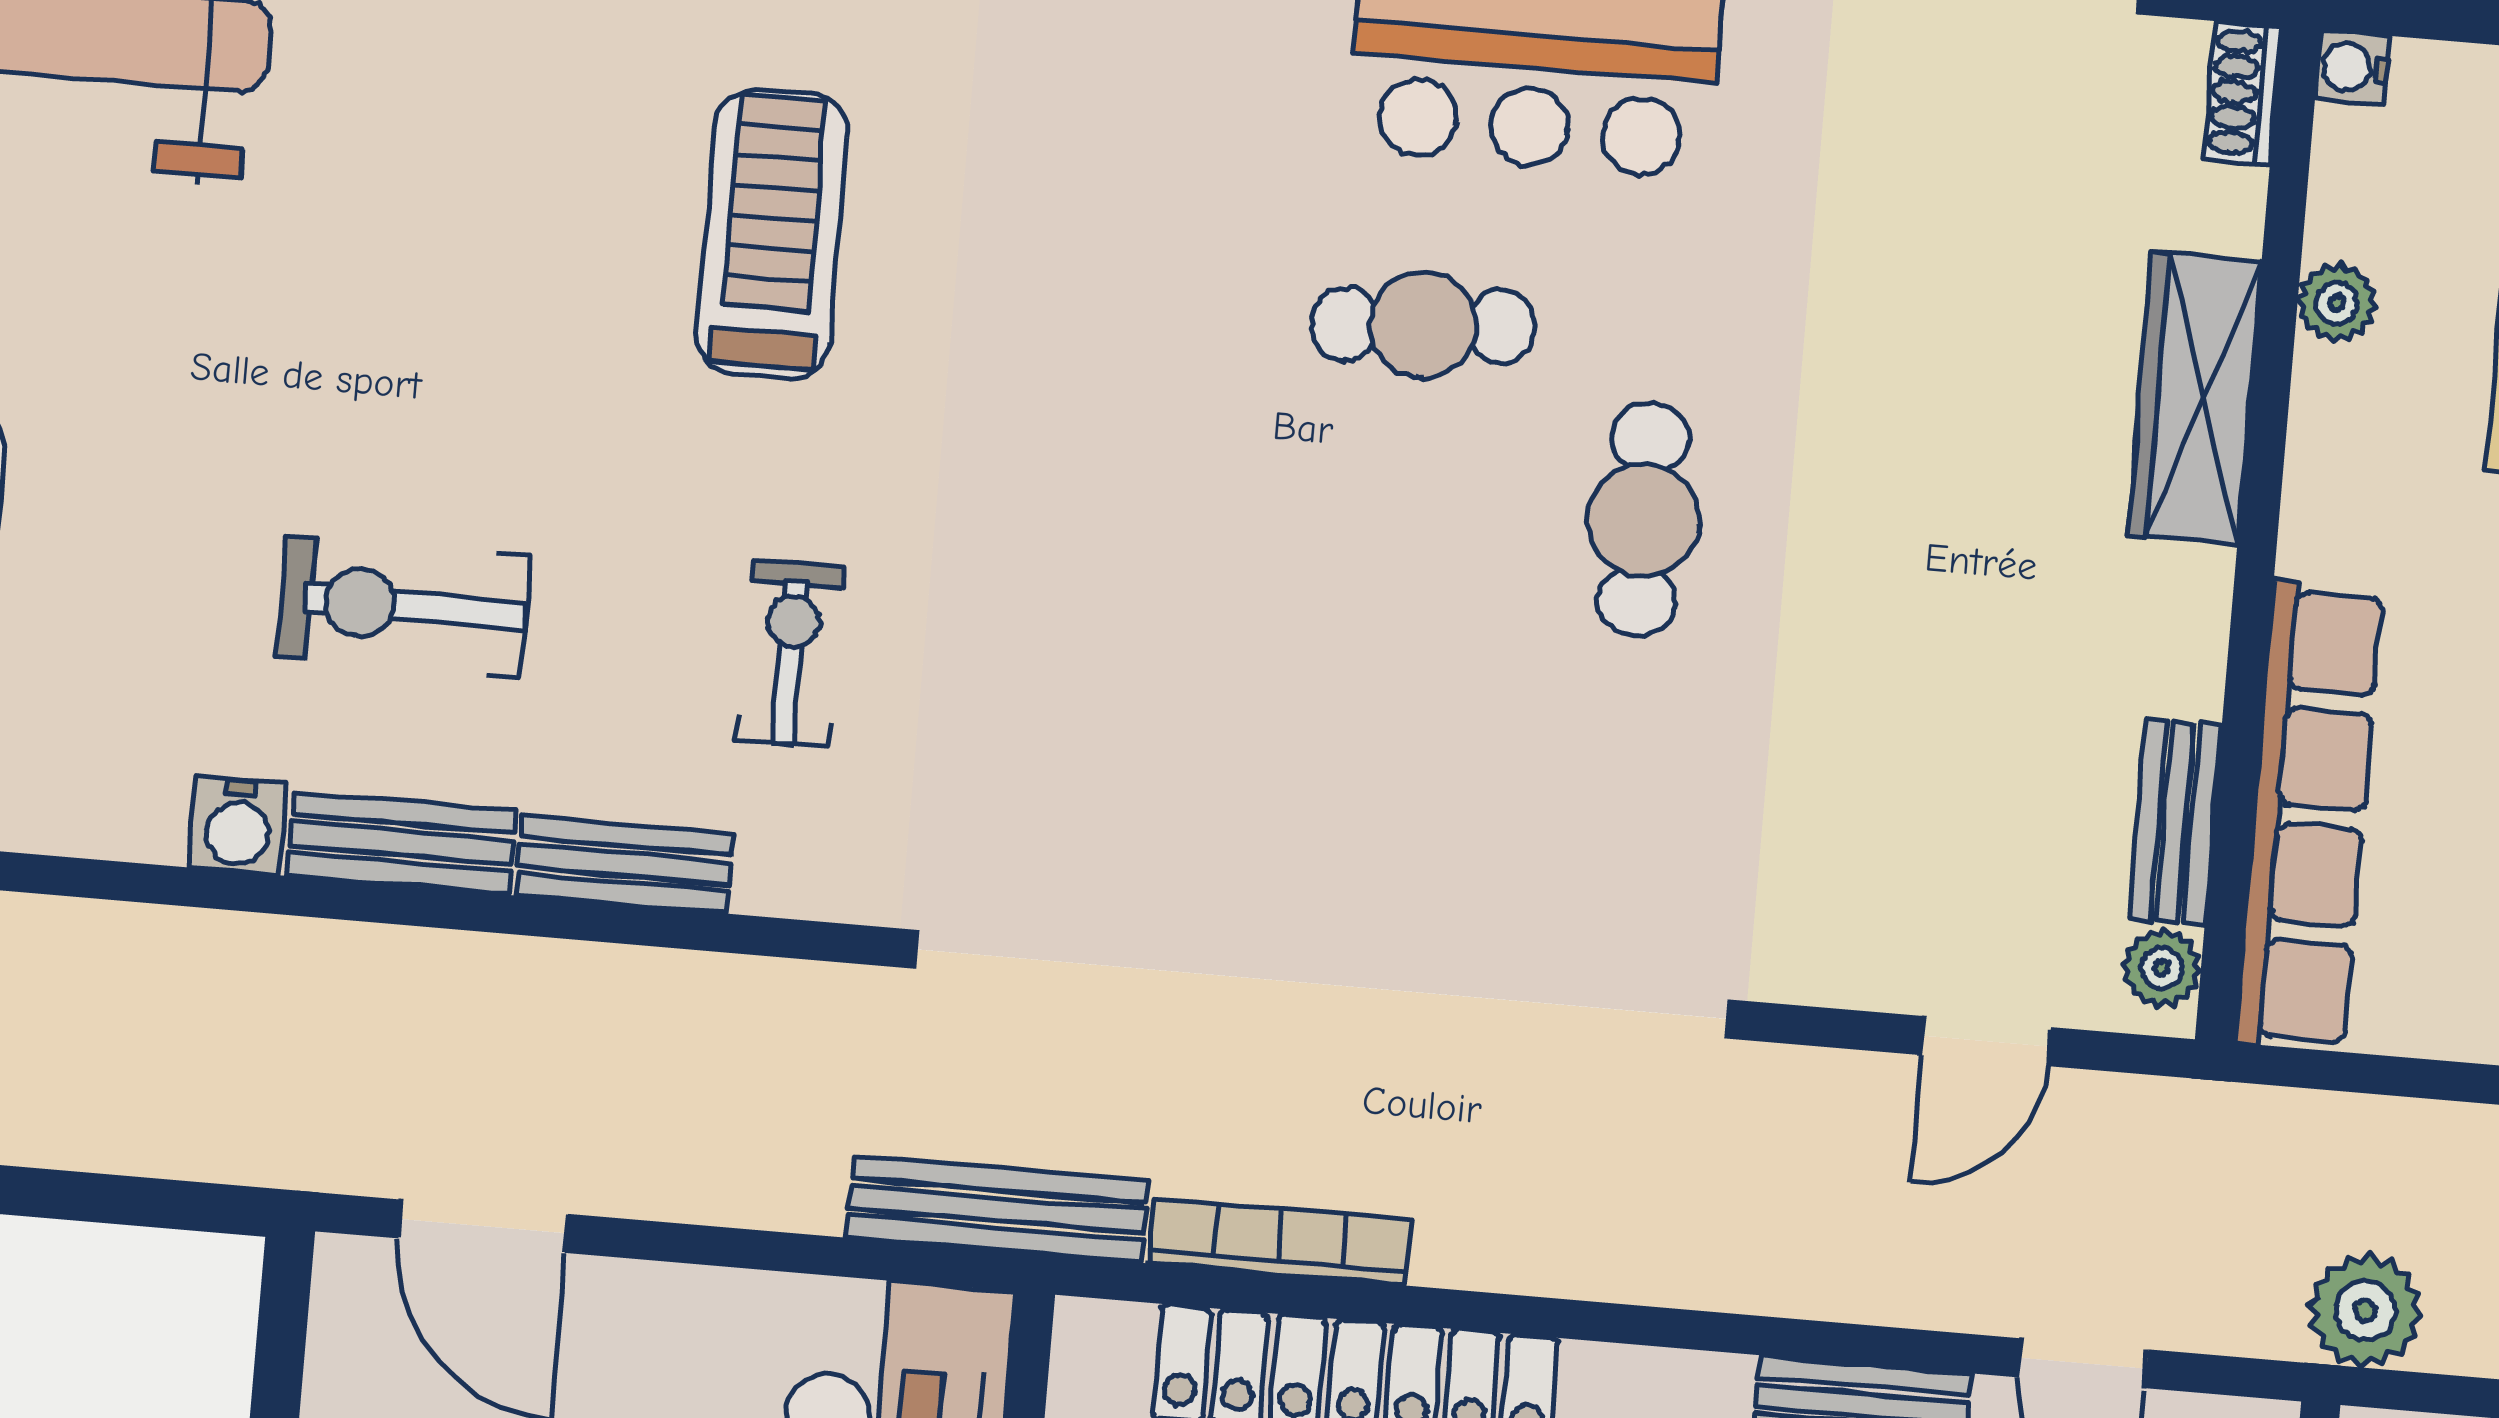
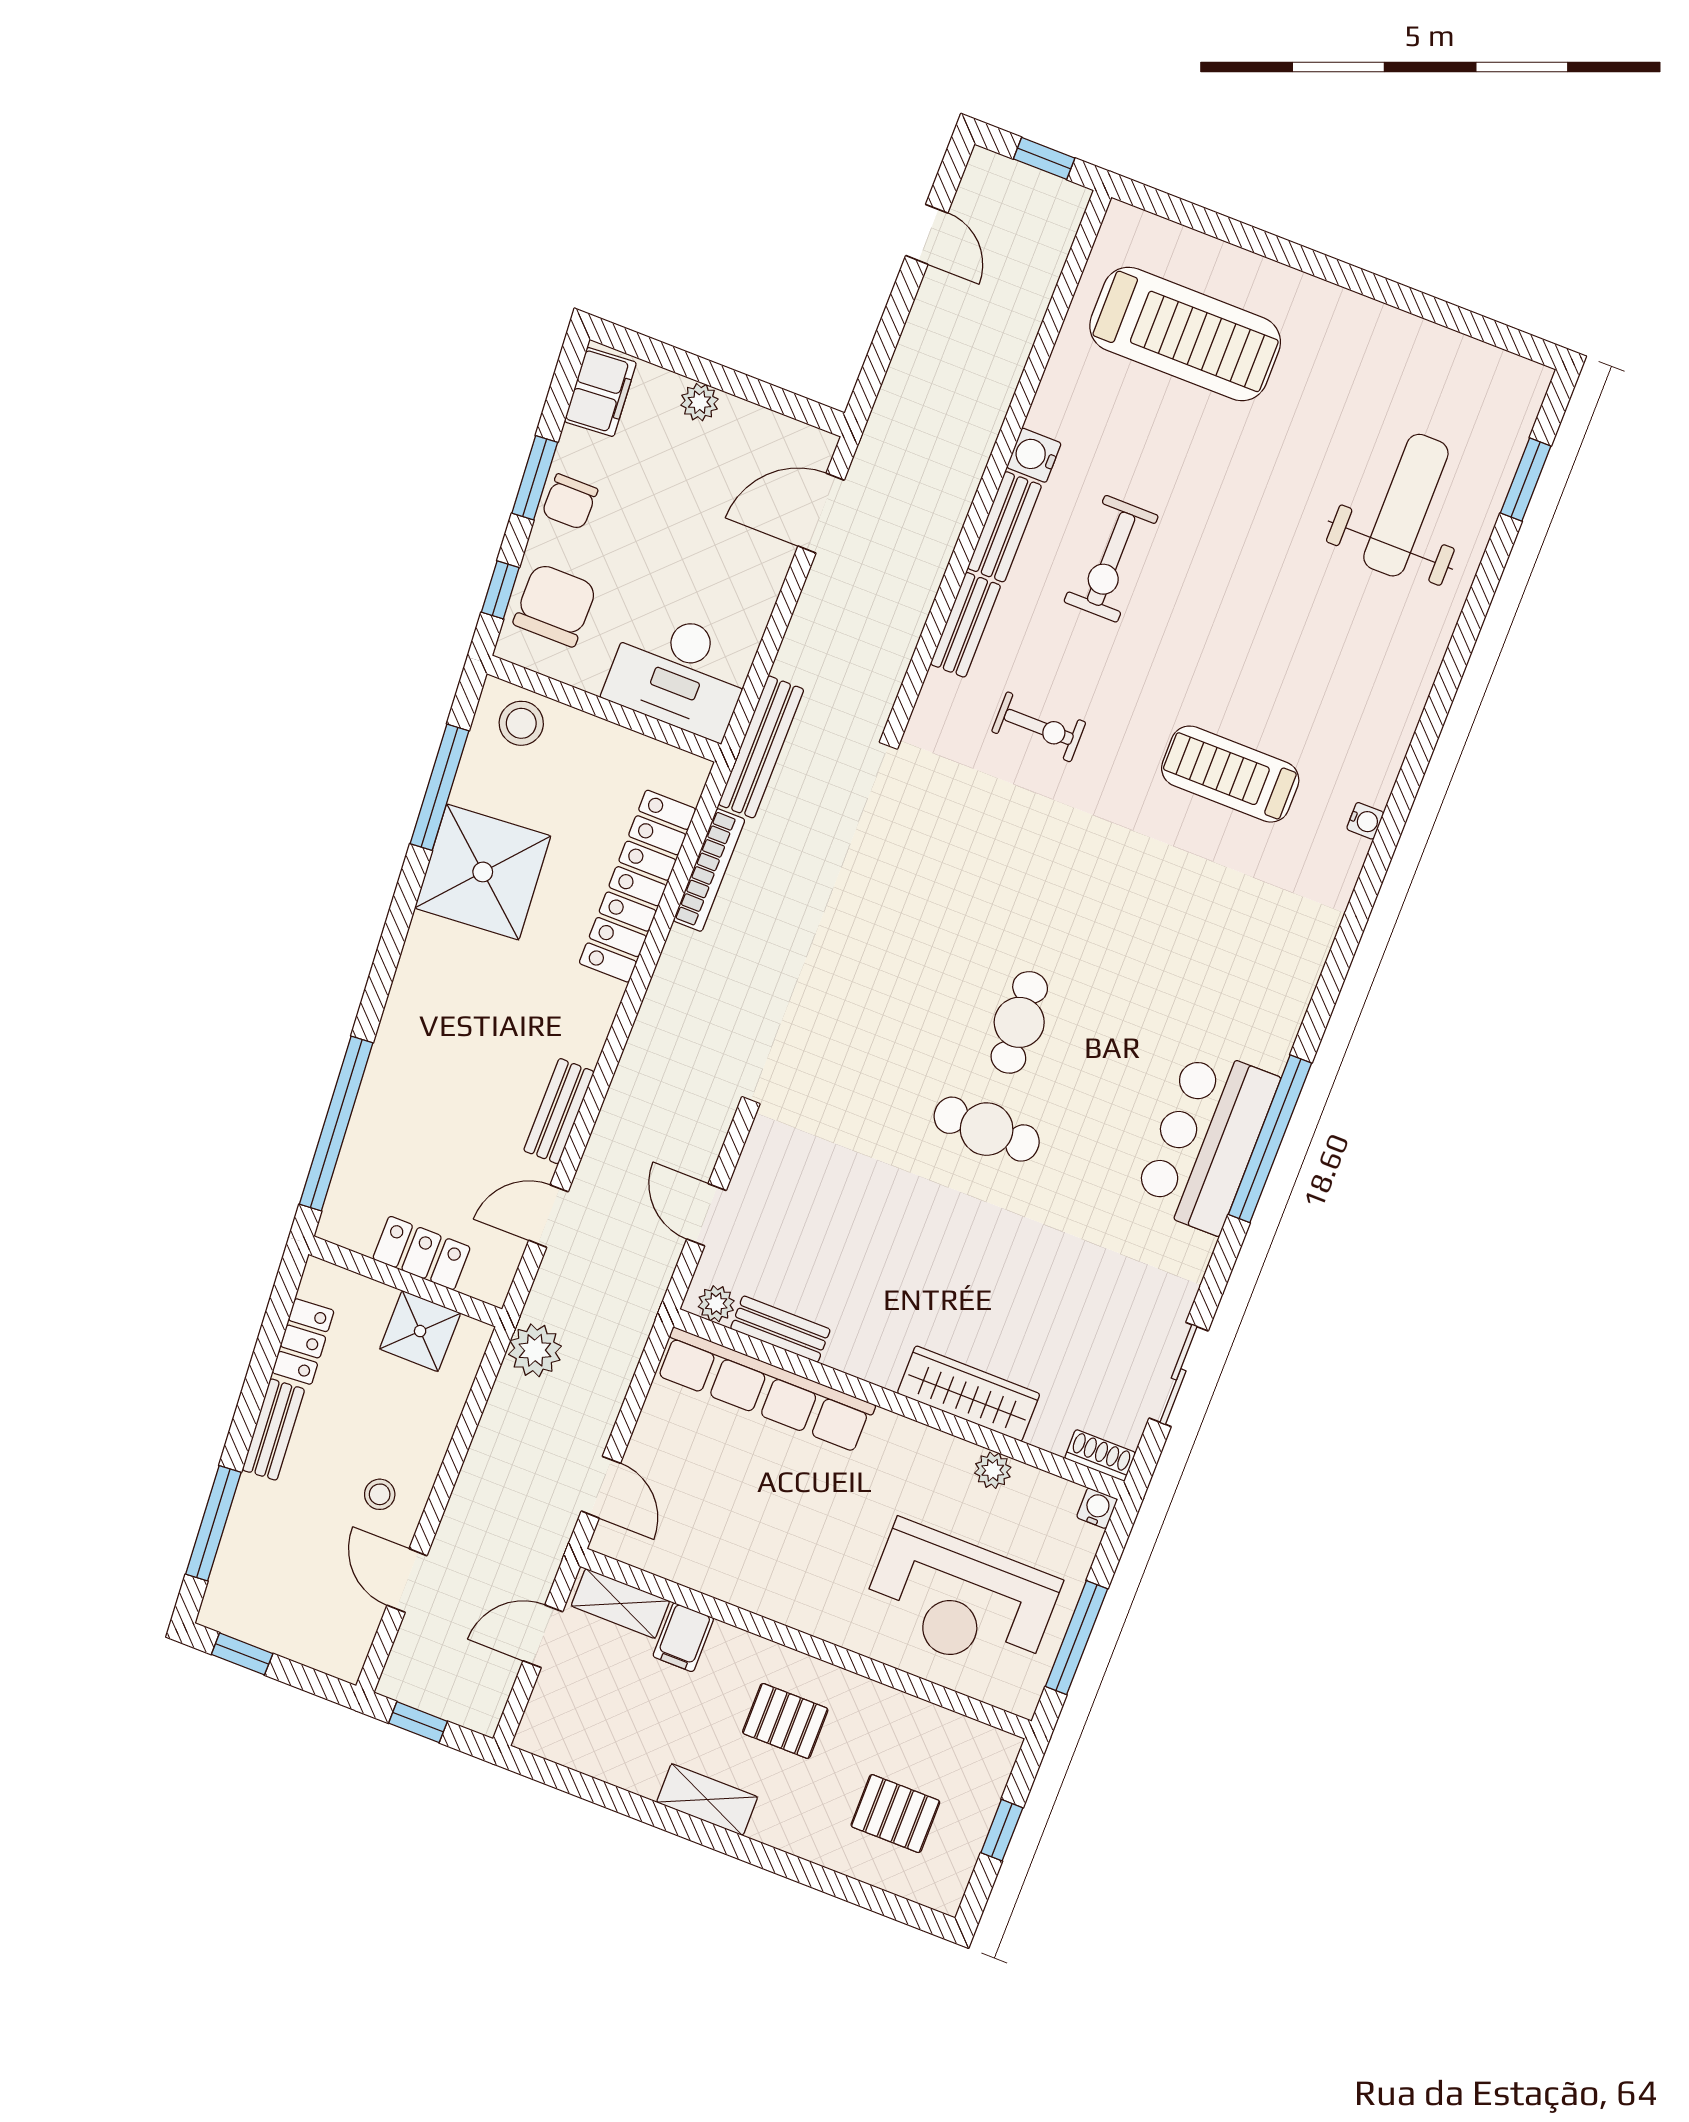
treadmill: (772, 234) -> (1230, 774), turned 180
cafe table: (1423, 325) -> (1019, 1022), moved
exercise bike: (403, 606) -> (1111, 559), turned 180

